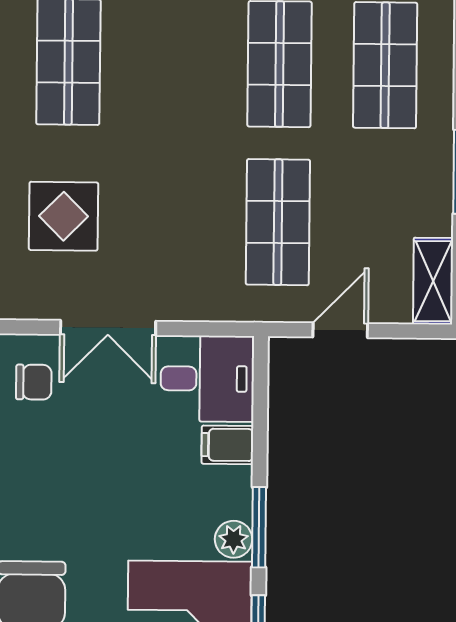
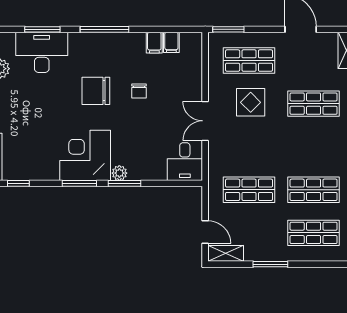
door: (340, 330) -> (205, 232), moved
chair: (34, 382) -> (139, 91), moved
filing cabinet: (227, 445) -> (158, 170), removed

